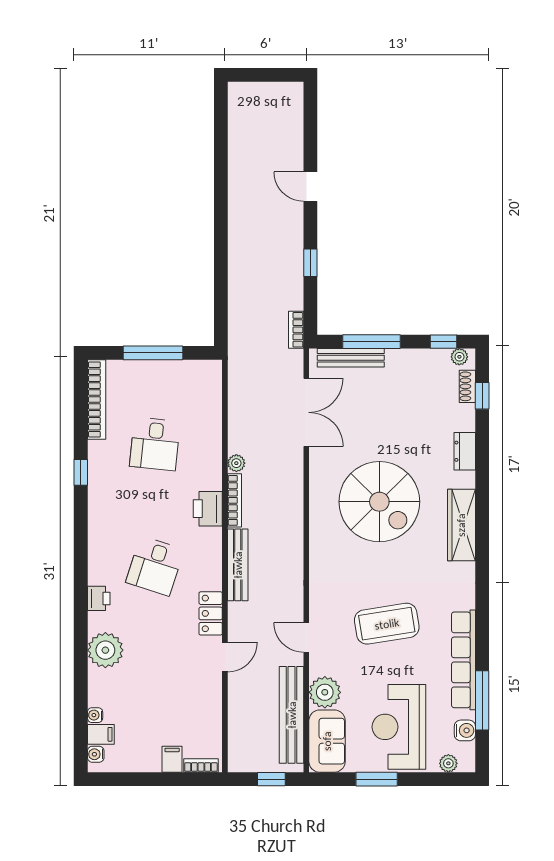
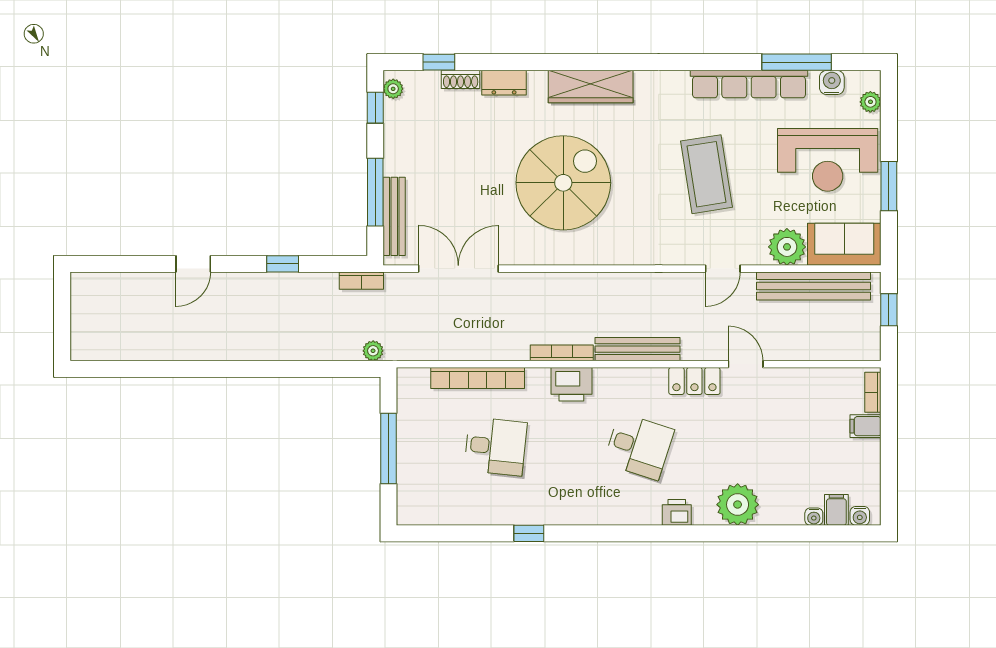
shoe rack: (467, 386) -> (461, 79), moved
bookcase: (97, 399) -> (478, 378), moved, turned 180
plant: (236, 463) -> (373, 351), moved

